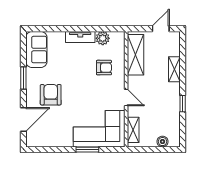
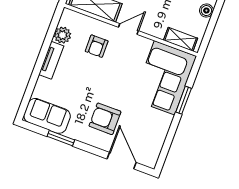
armchair: (104, 68) -> (97, 46), turned 180
window: (23, 78) -> (61, 138), moved
door: (126, 97) -> (128, 29), moved

